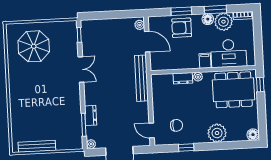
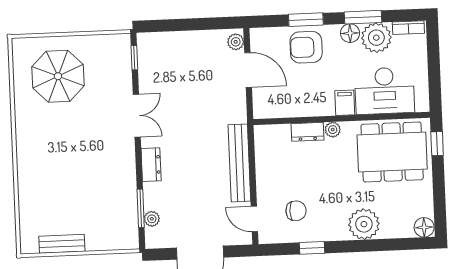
bench: (141, 78) -> (239, 163), moved
dresser: (91, 115) -> (151, 165), moved
plant: (91, 144) -> (152, 219), moved
bench: (37, 146) -> (62, 244), width x0.73

